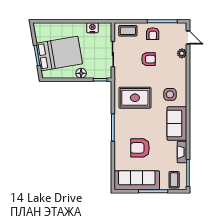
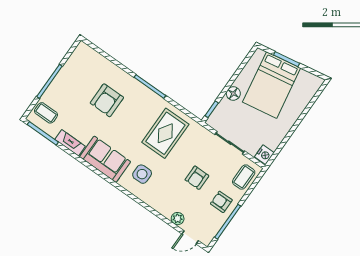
nightstand: (92, 28) -> (264, 155), moved
armchair: (140, 148) -> (107, 100), turned 180
sofa: (137, 180) -> (74, 72), removed

